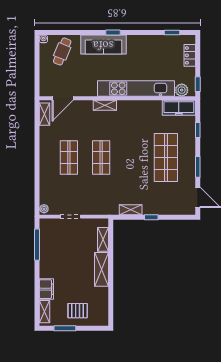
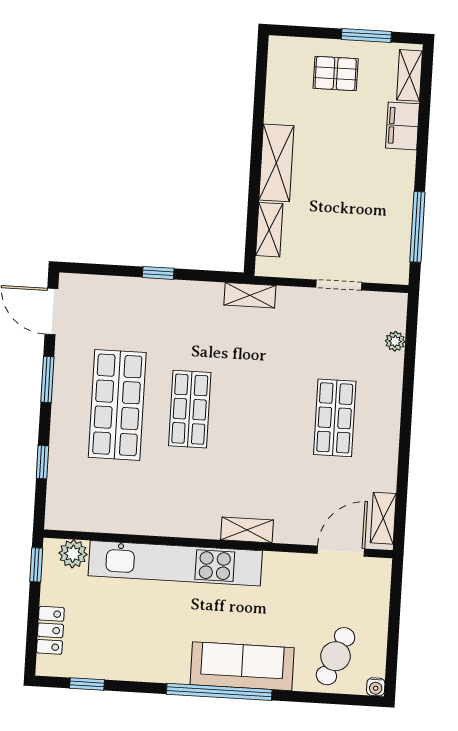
window: (113, 32) -> (219, 692), width x3.17
freezer: (179, 108) -> (82, 515), removed
shop shelf: (101, 157) -> (190, 409), moved
plant: (44, 209) -> (395, 341), moved
shelving: (131, 210) -> (250, 295), moved

